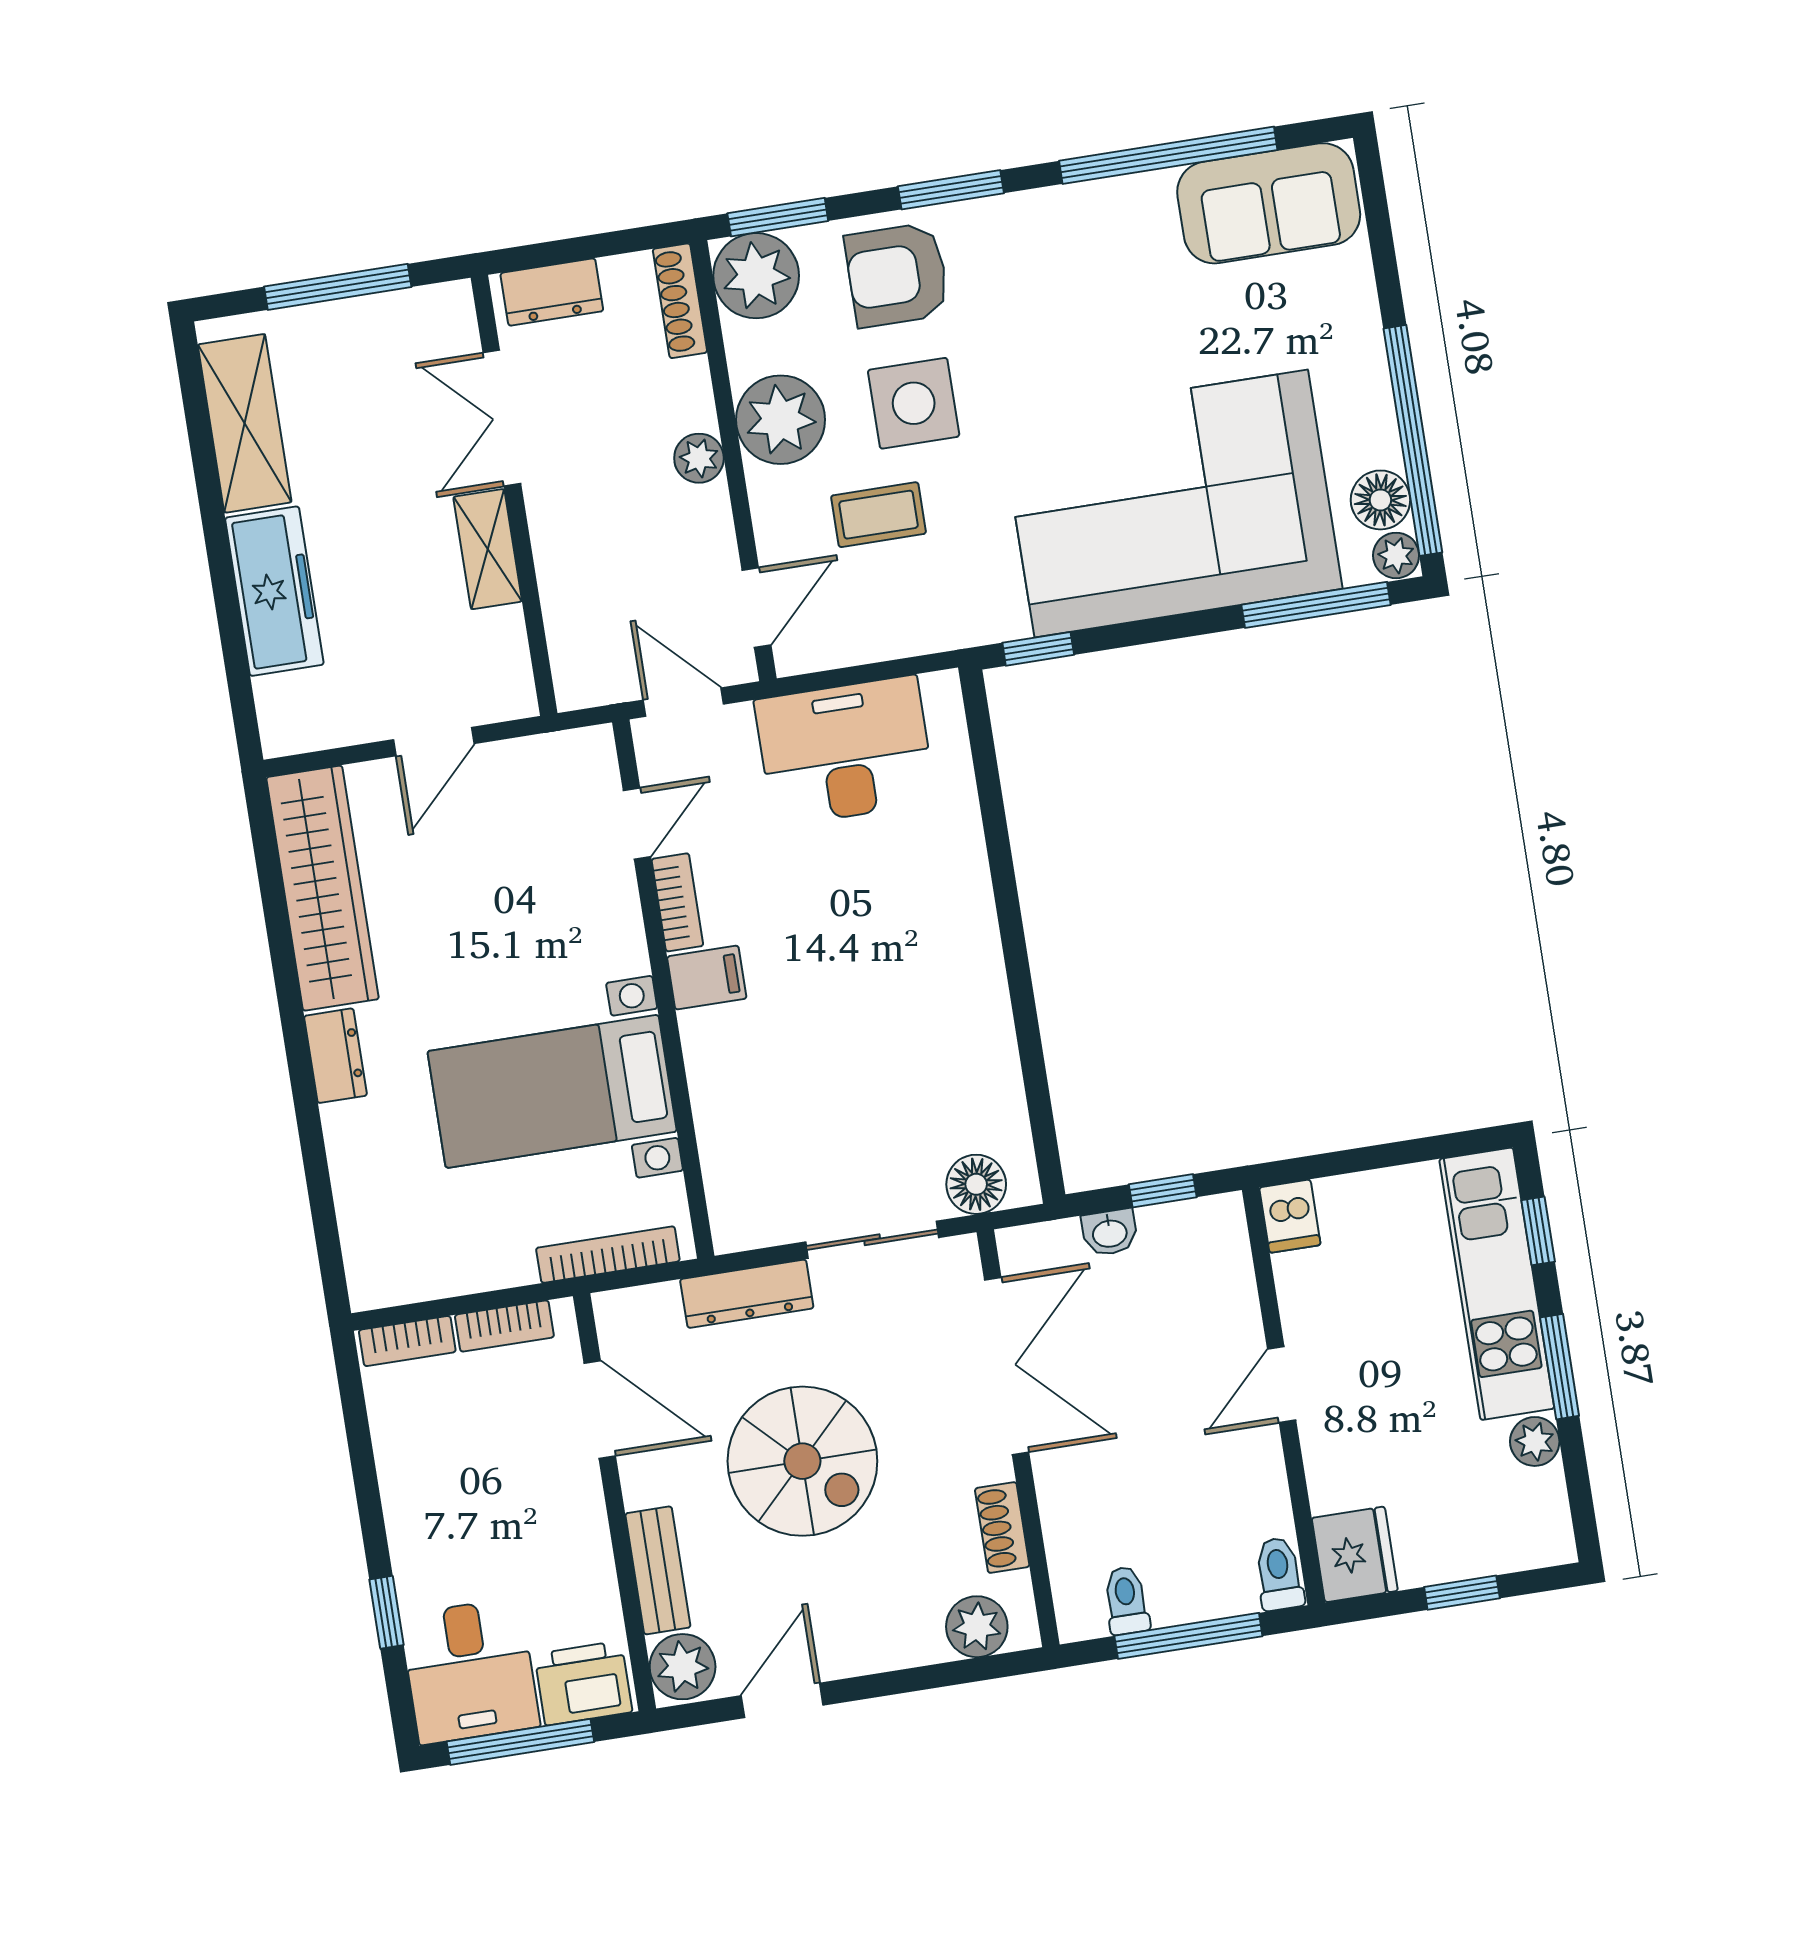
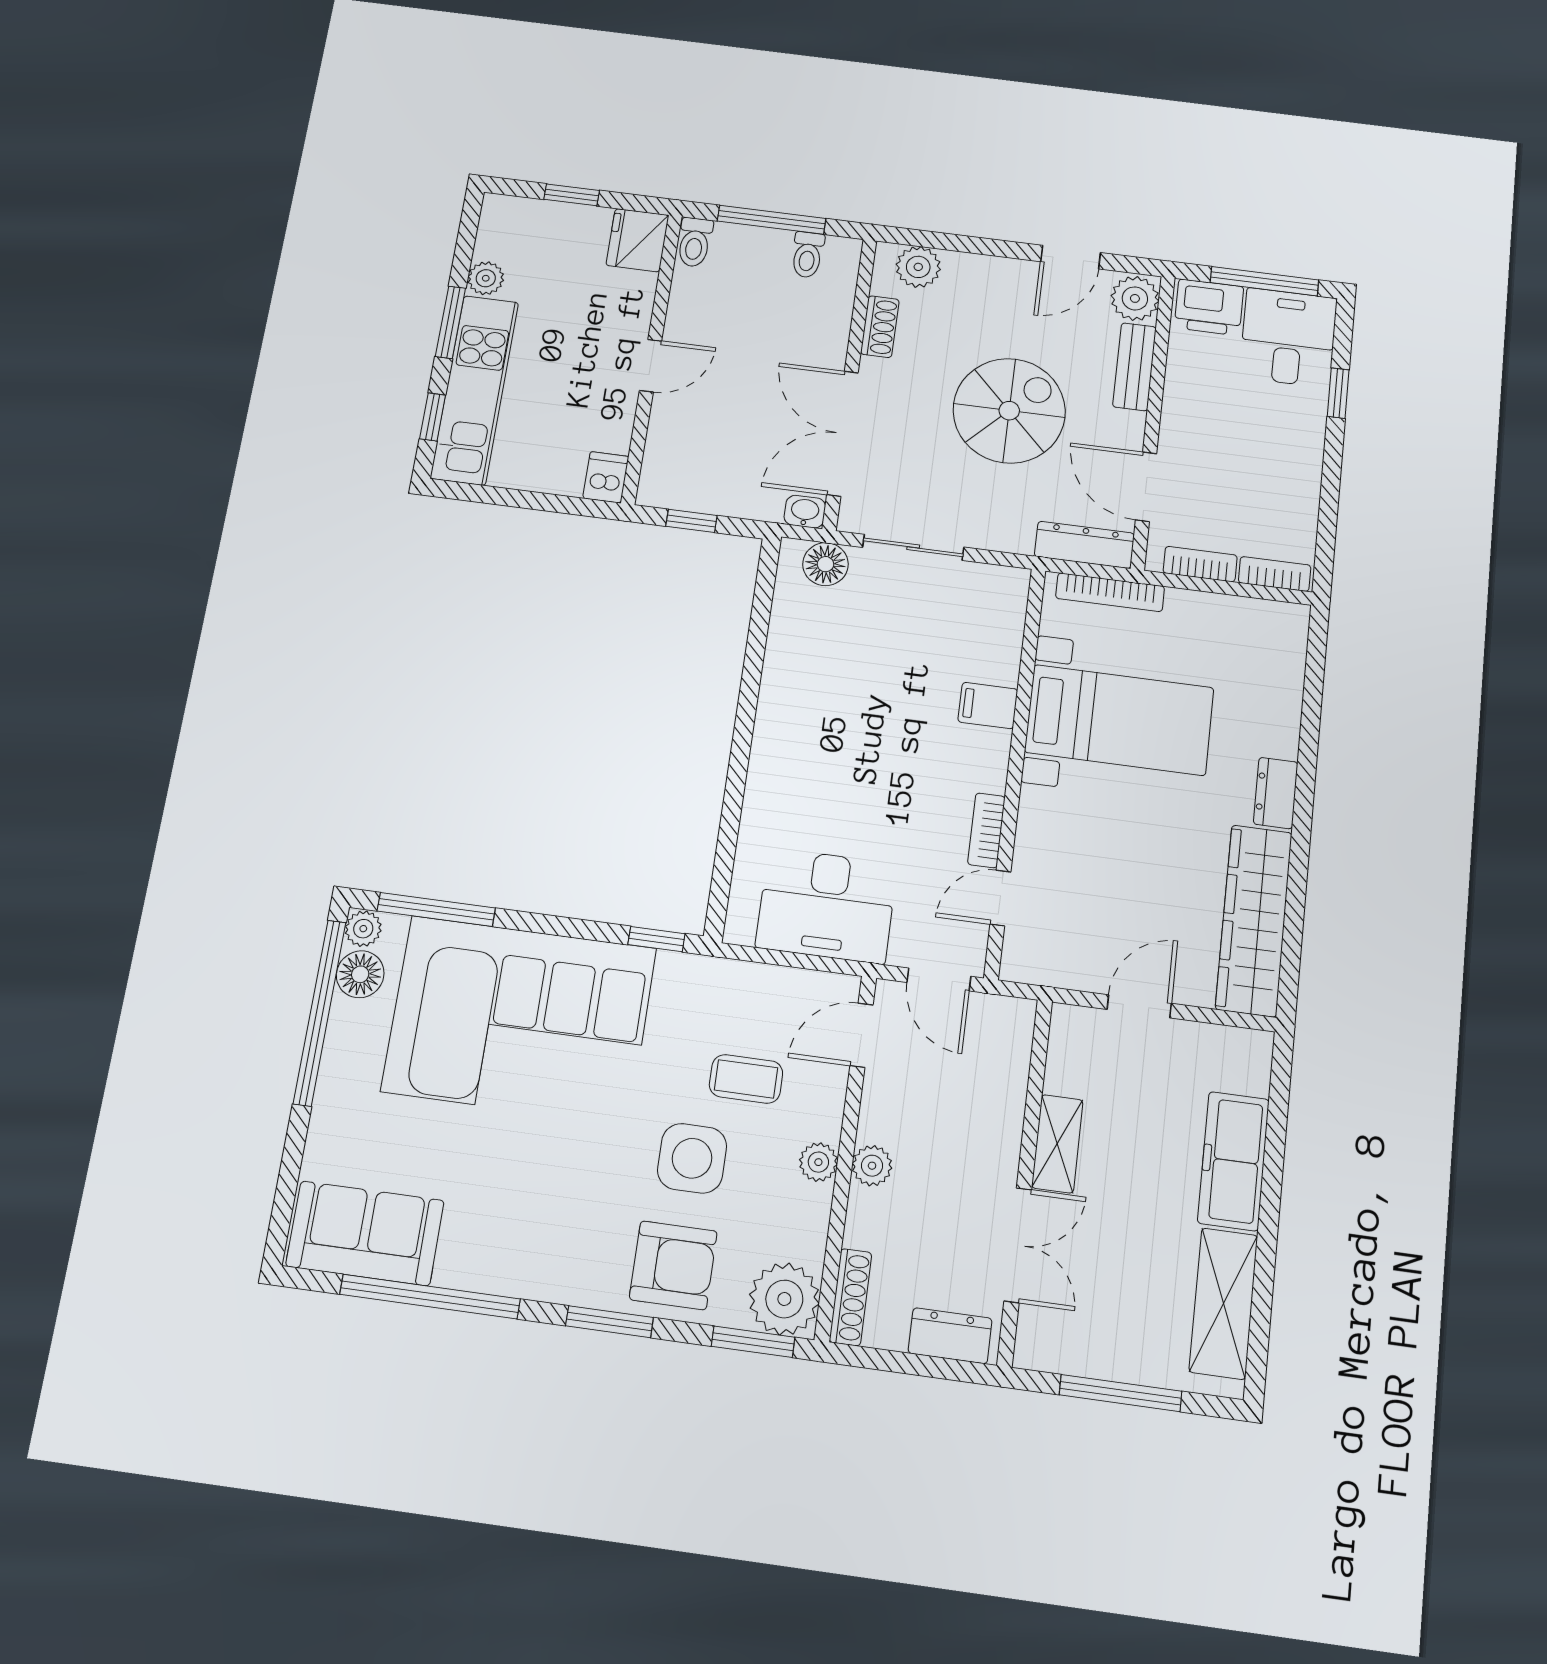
plant: (781, 420) -> (818, 1162), width x0.53, depth x0.53
filing cabinet: (707, 978) -> (988, 706), moved
washbasin: (1110, 1232) -> (805, 512), moved
dresser: (747, 1294) -> (1084, 545), moved
spiral stairs: (802, 1461) -> (1009, 411), turned 90

